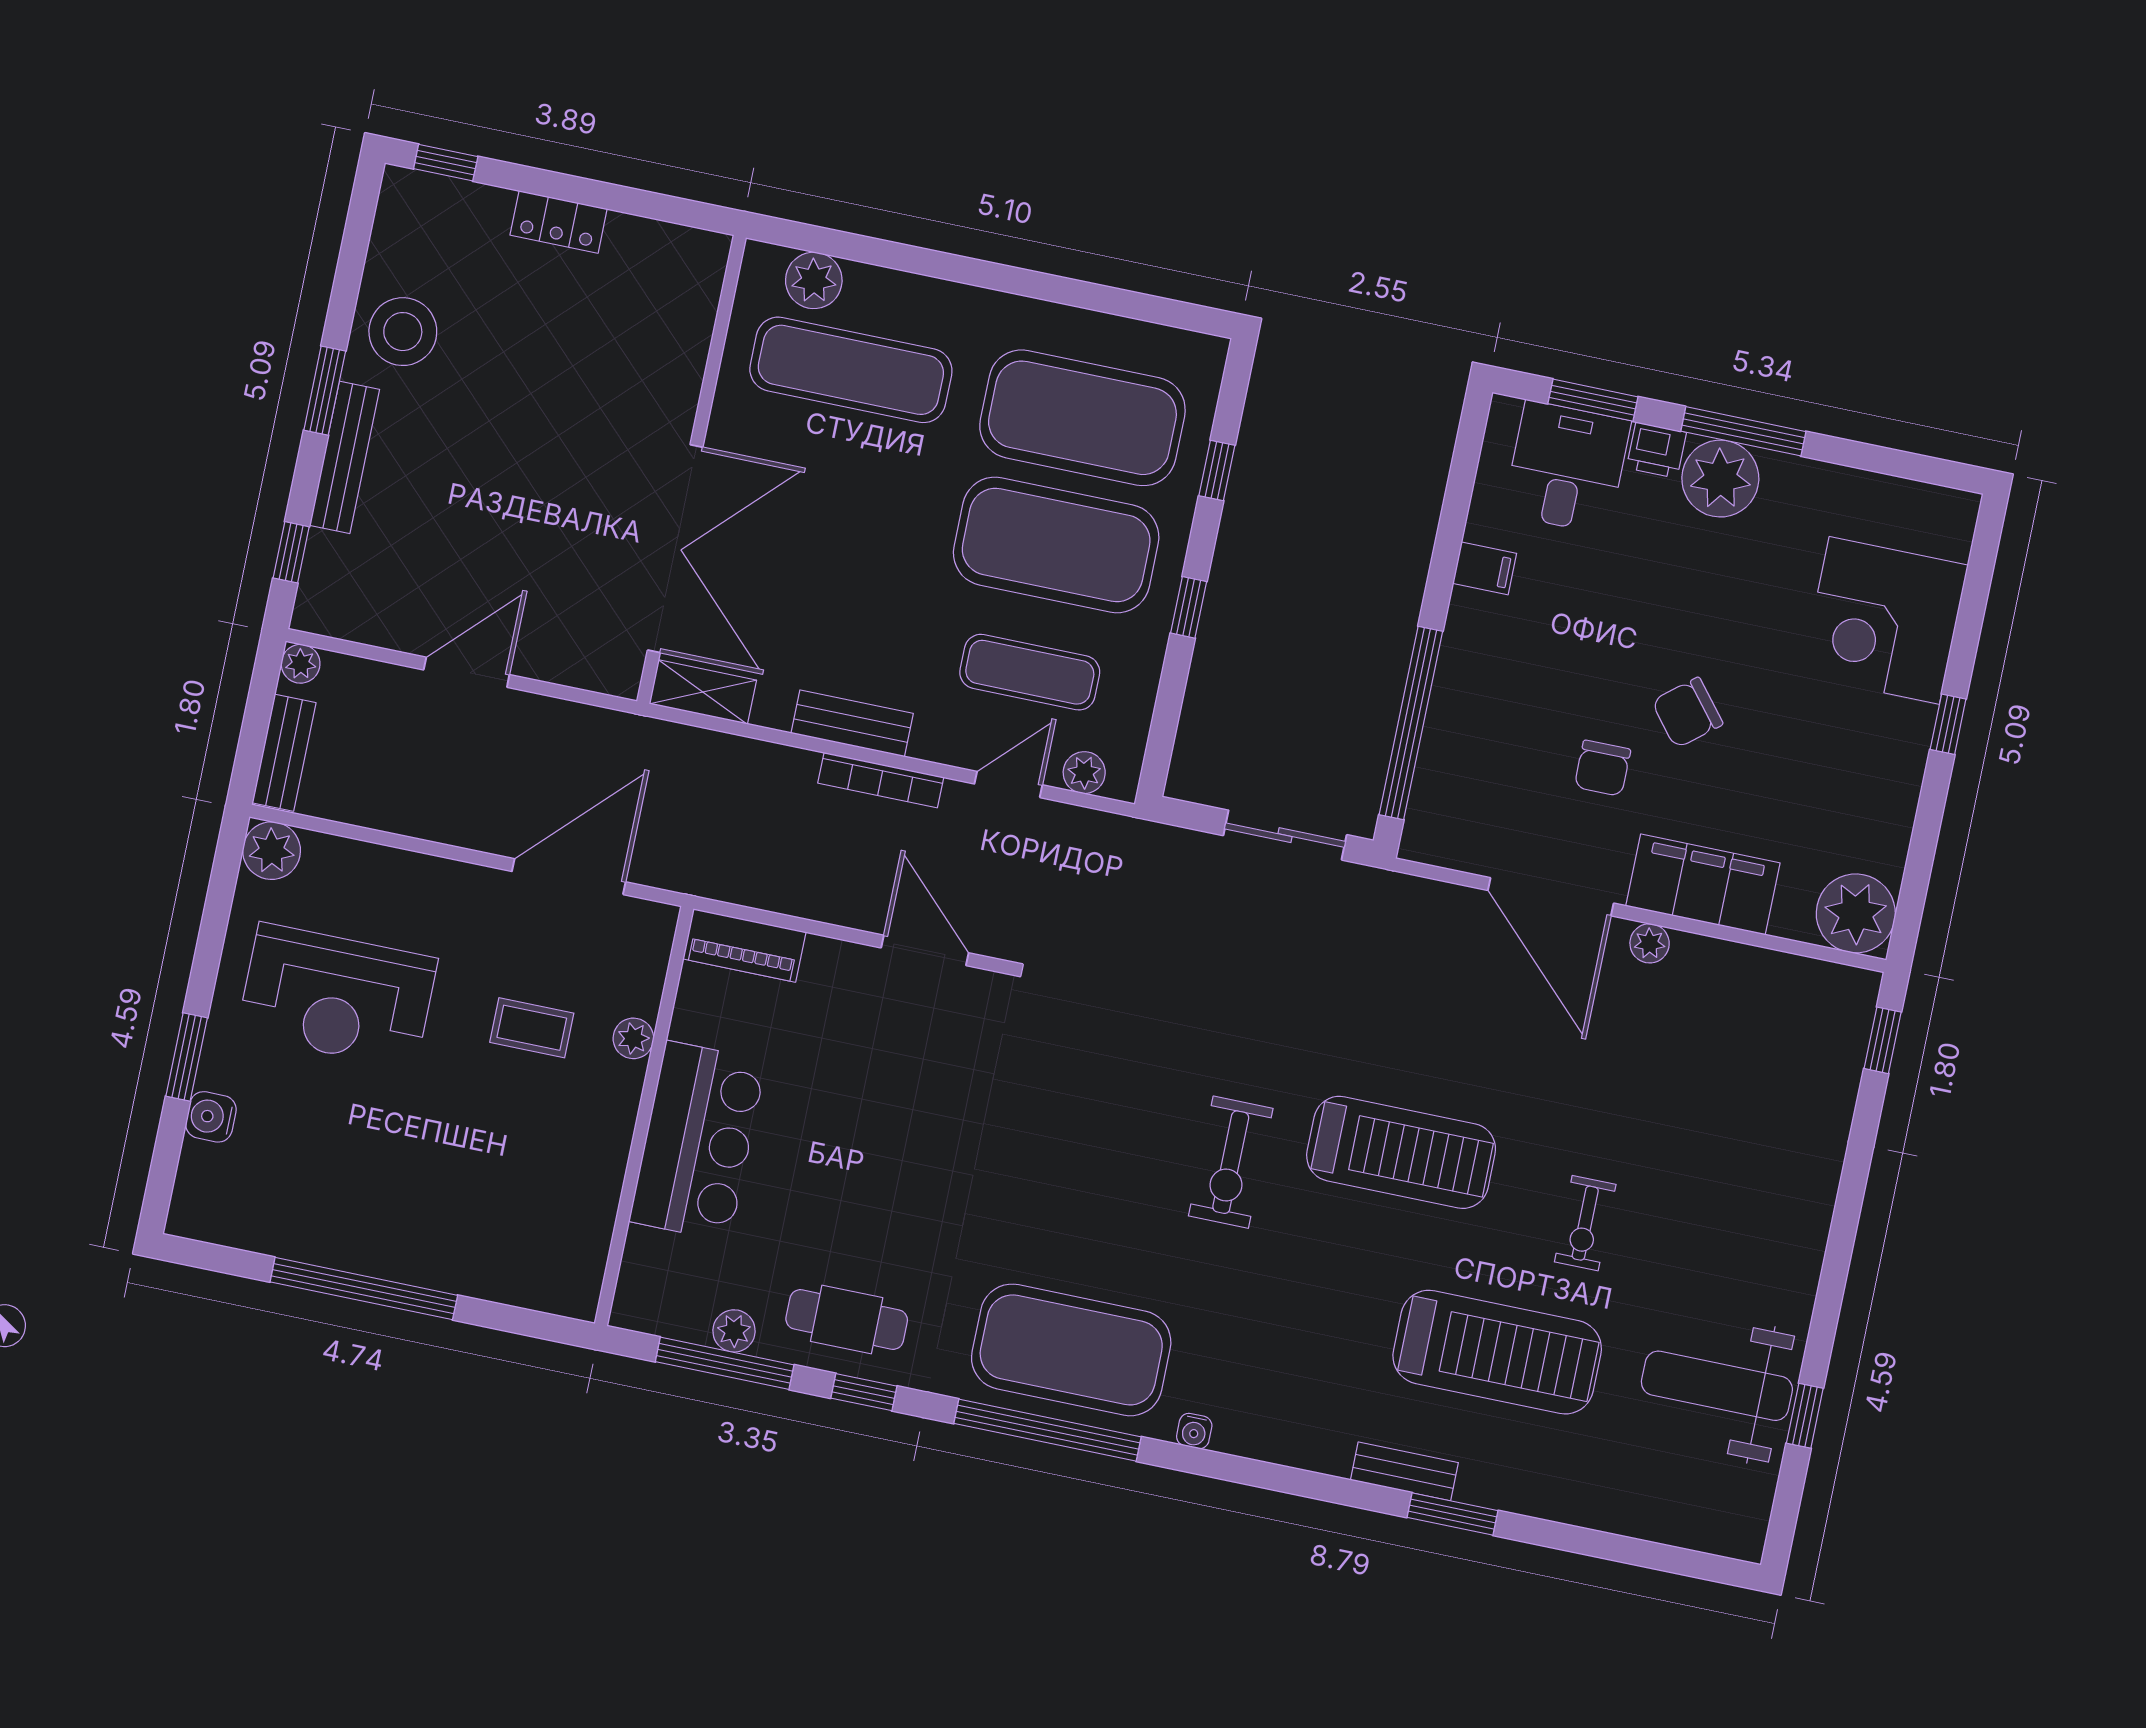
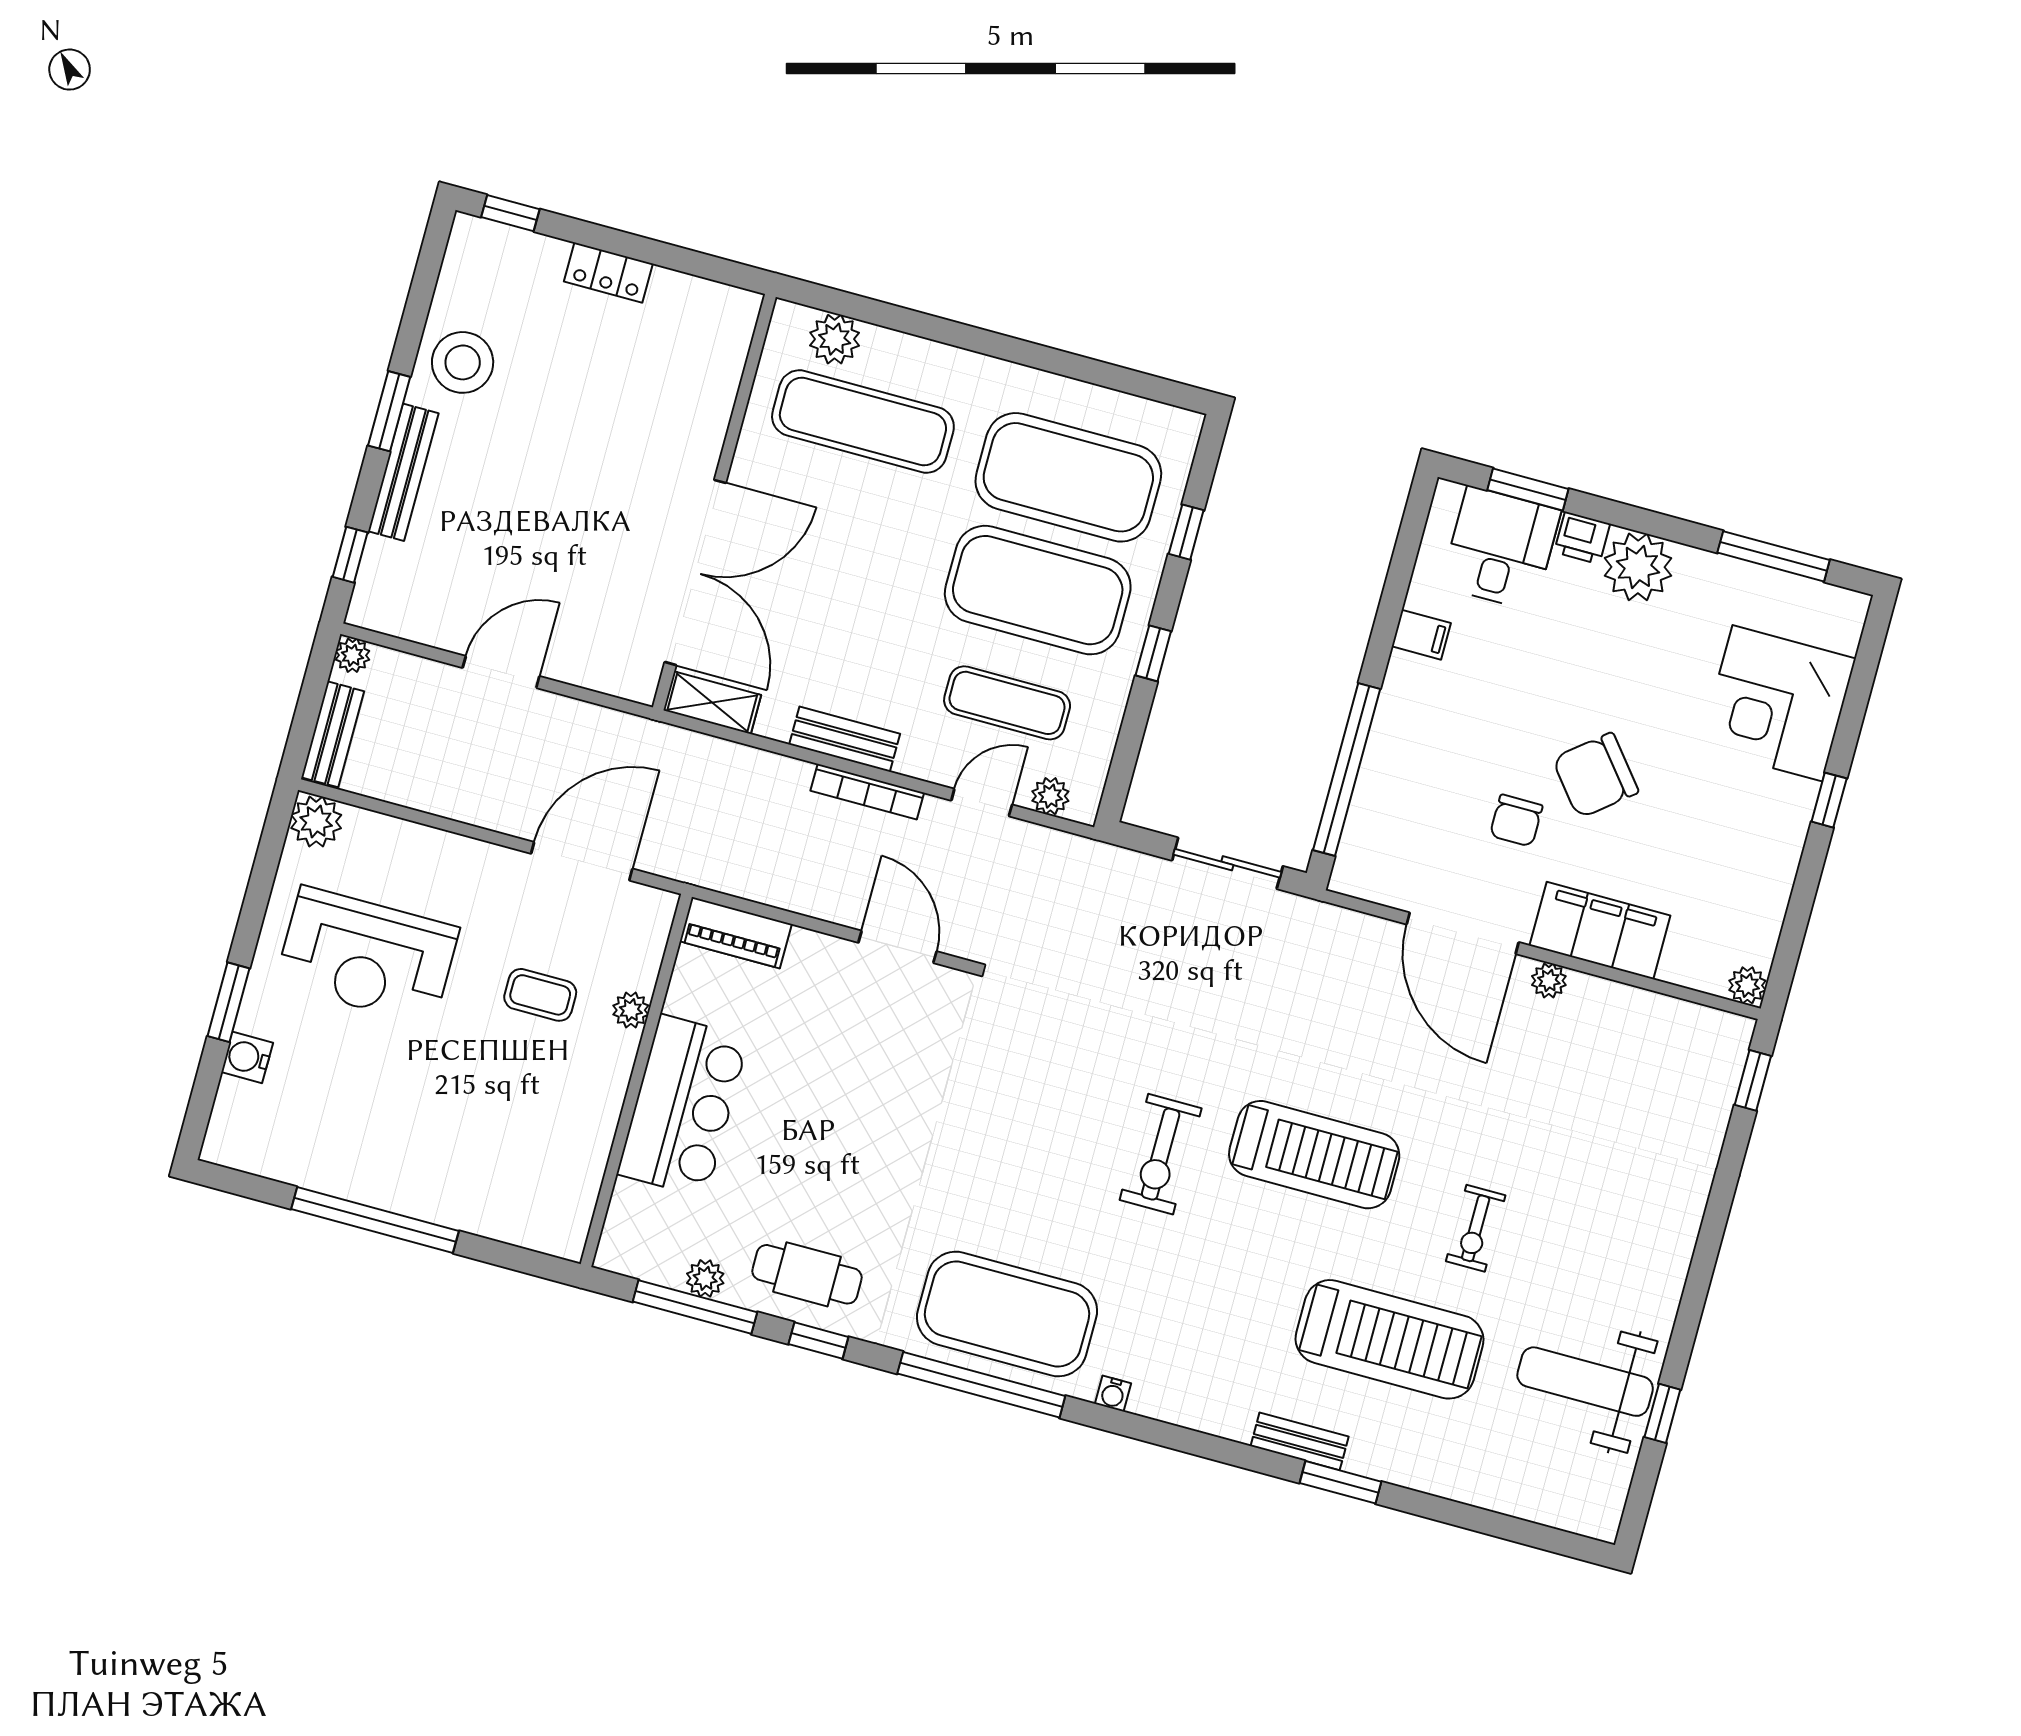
window: (1743, 431) -> (1774, 556), moved
chair: (1687, 713) -> (1595, 775), width x1.37, depth x1.37
plant: (1856, 913) -> (1747, 985), width x0.53, depth x0.53

